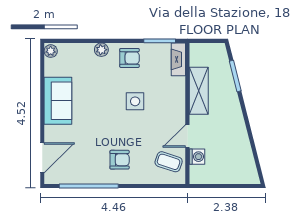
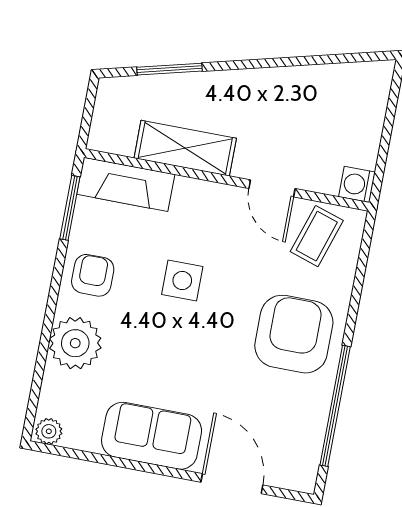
plant: (101, 50) -> (75, 343), width x1.87, depth x1.87
fireplace: (178, 59) -> (126, 184), width x1.37, depth x1.32
washing machine: (197, 157) -> (357, 184), moved, turned -90
door: (42, 158) -> (232, 484), moved
armchair: (120, 160) -> (294, 334), width x1.88, depth x1.88

